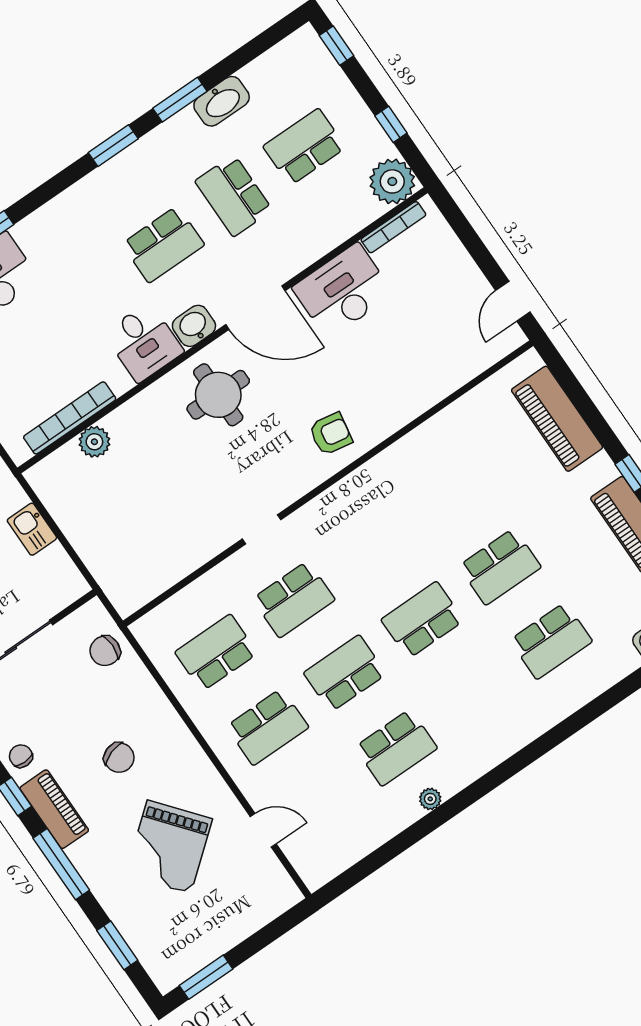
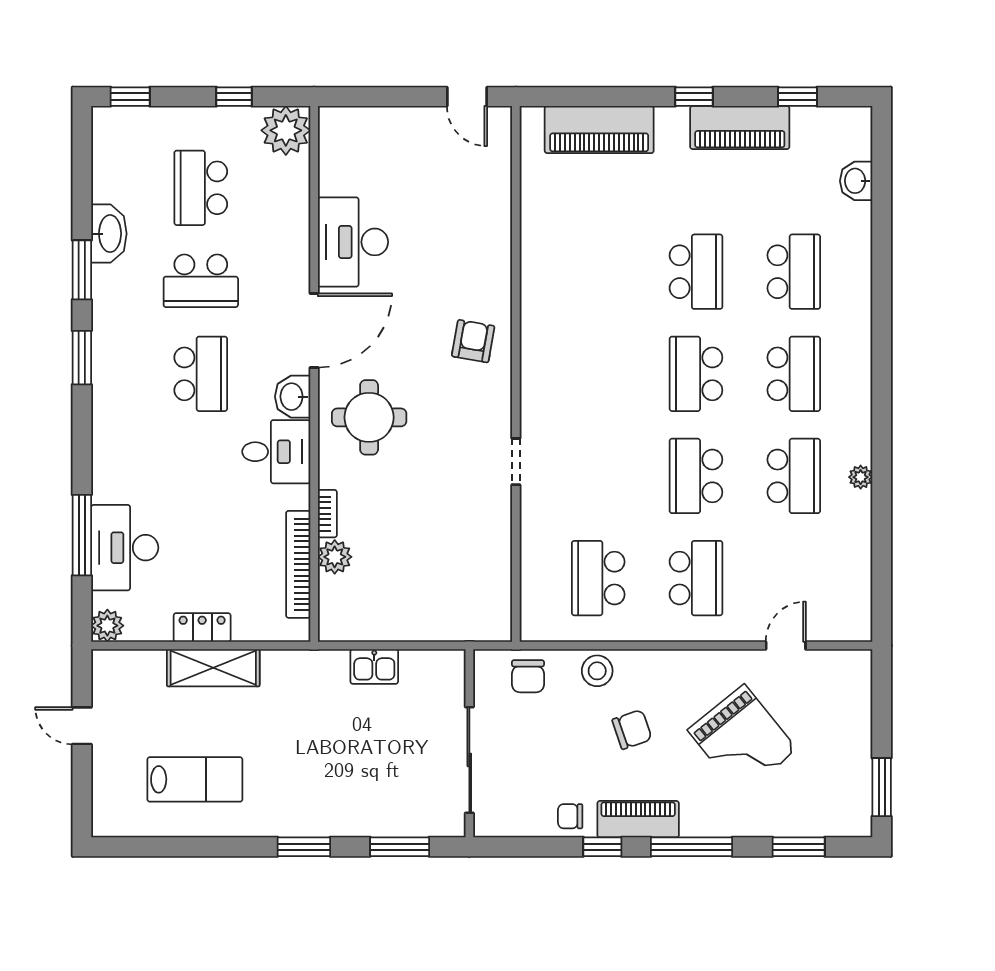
bookcase: (393, 227) -> (327, 514), moved, width x0.64
school desk: (294, 599) -> (794, 374), moved
stool: (145, 700) -> (597, 671), added

